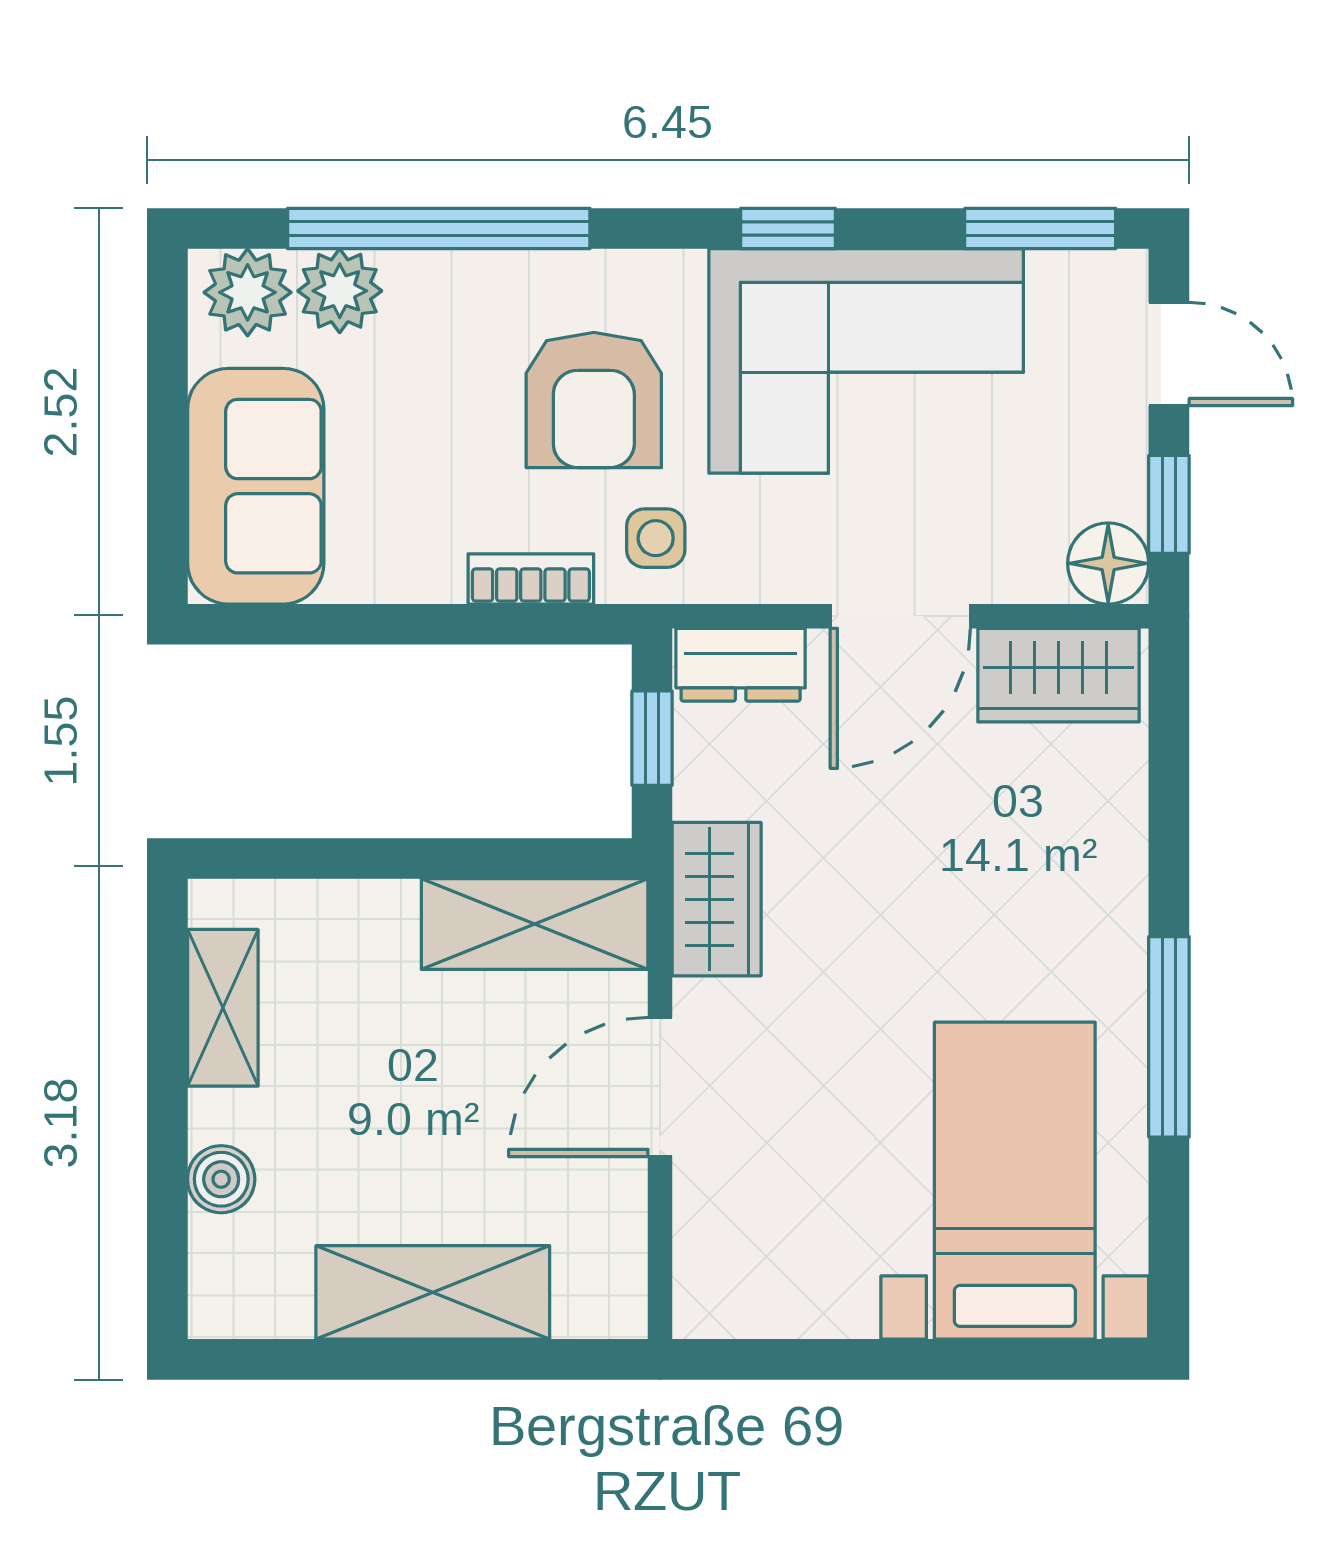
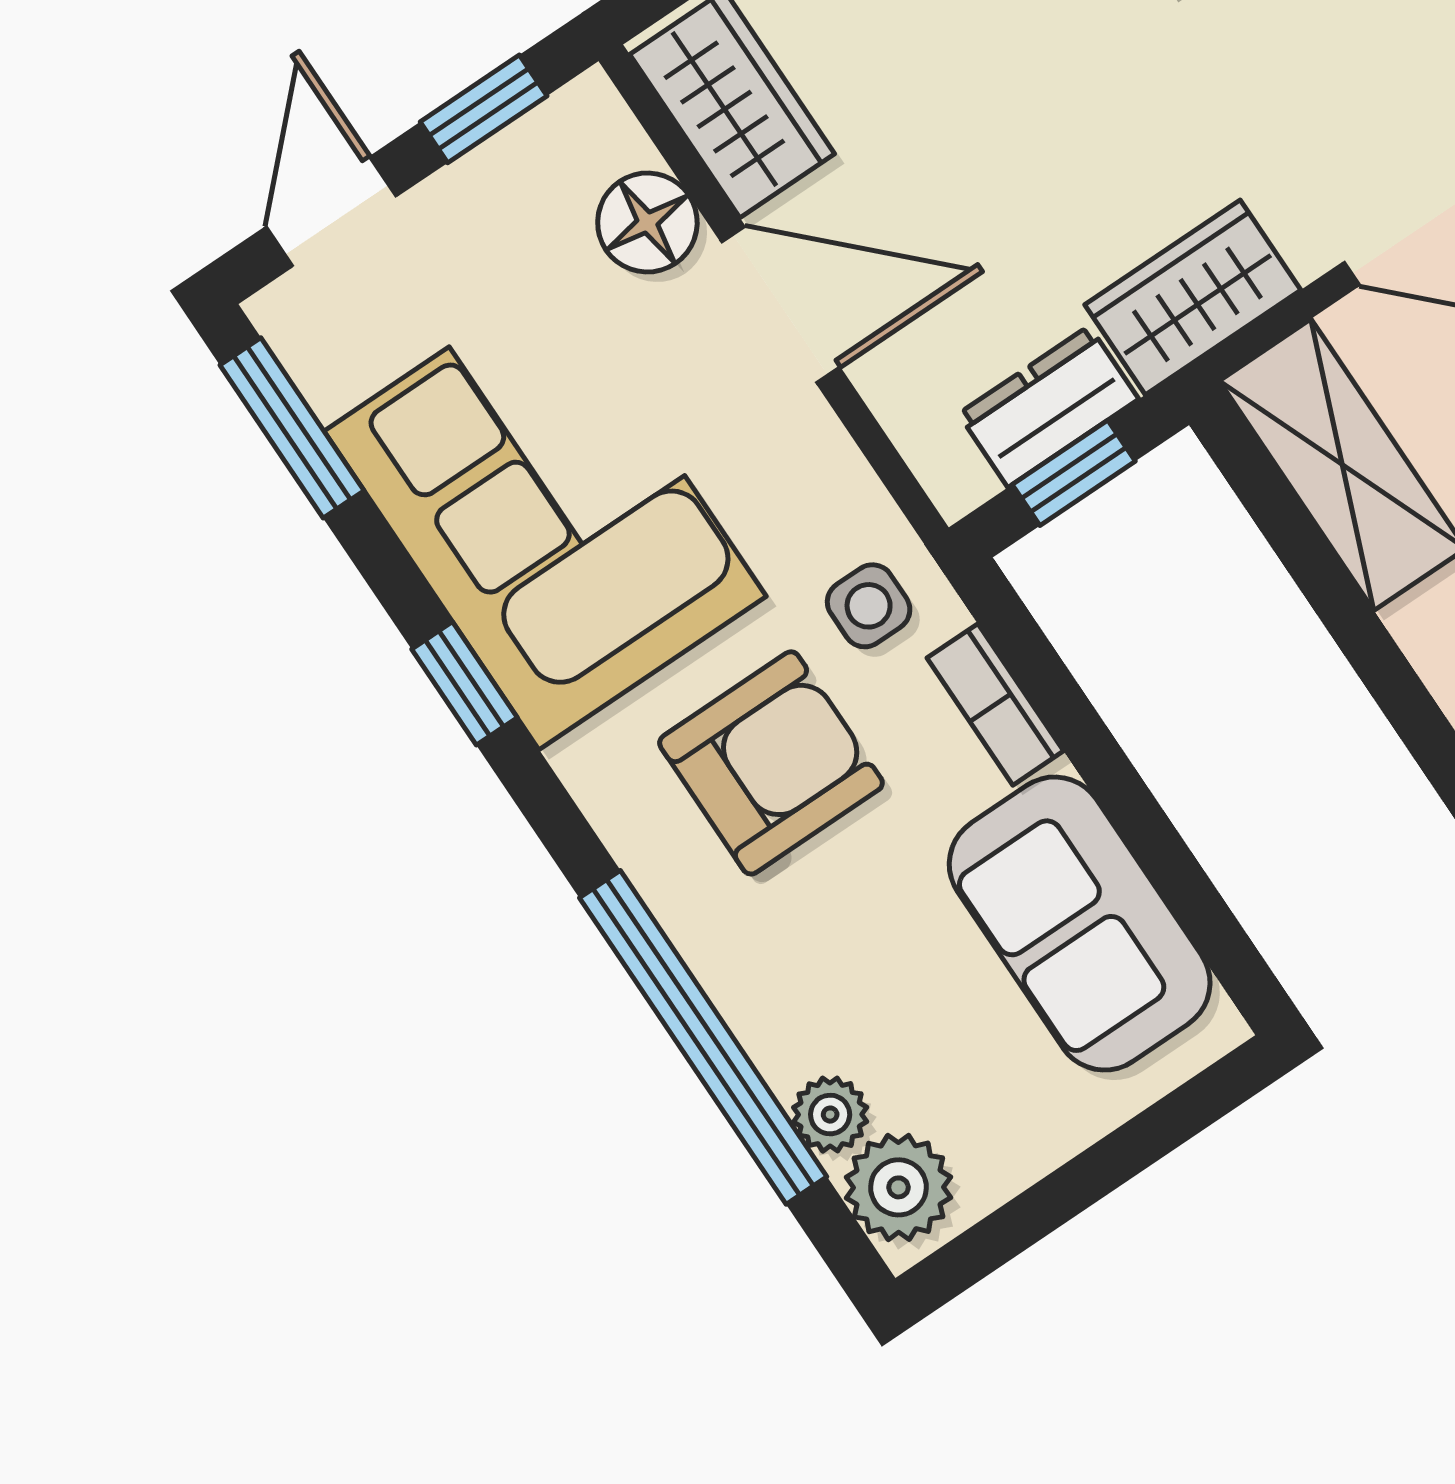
plant: (340, 291) -> (830, 1115), width x0.73, depth x0.73
sofa: (256, 486) -> (1080, 924), moved, turned -90
floor lamp: (1108, 563) -> (647, 223), moved
dresser: (741, 665) -> (1049, 407), moved, turned -90

